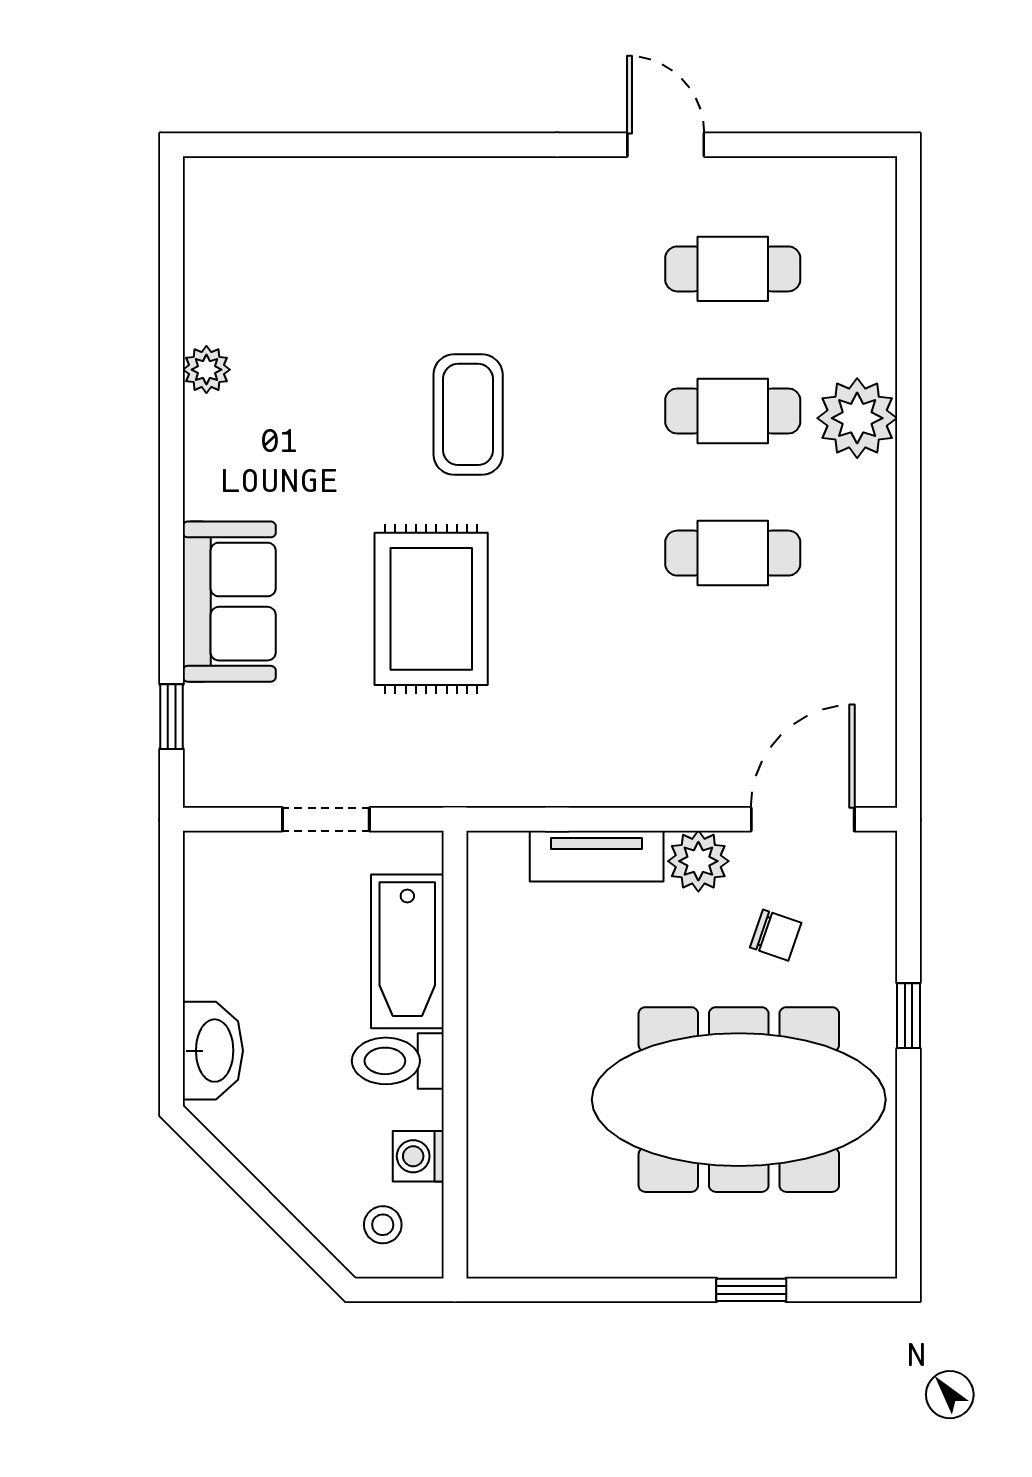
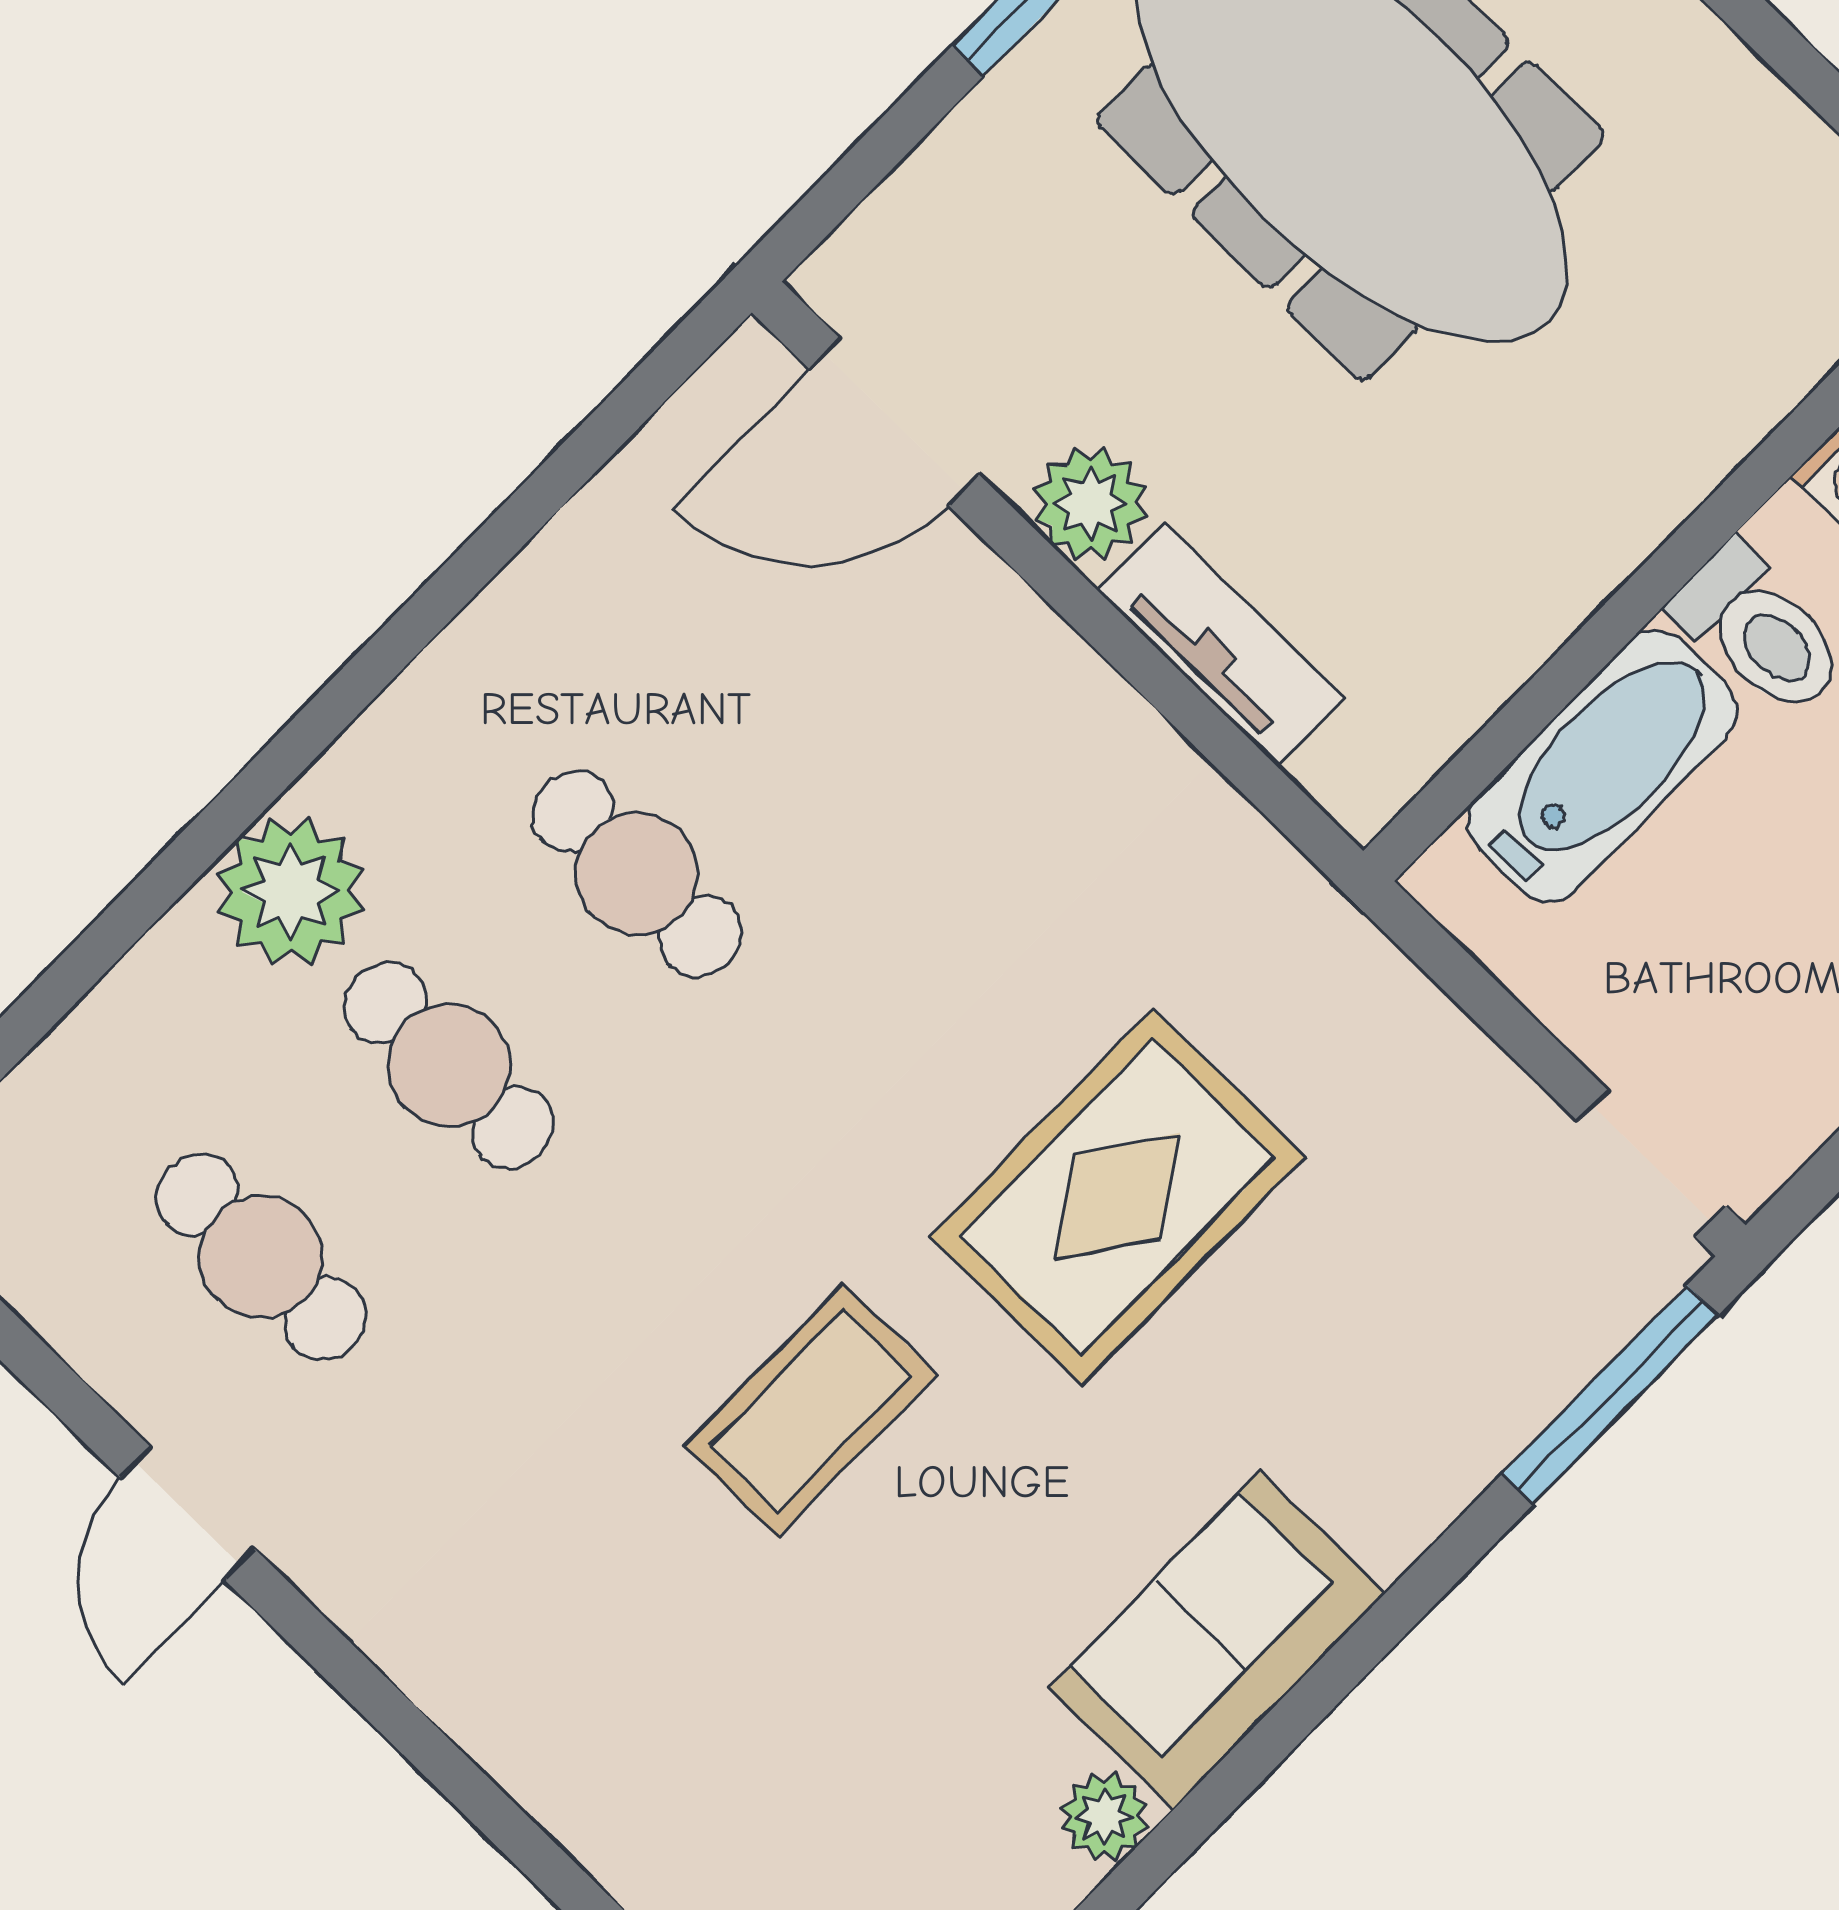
sofa: (229, 602) -> (1217, 1640), moved
window: (172, 717) -> (1610, 1394), width x2.17
doorway: (326, 819) -> (1652, 1163), moved
chair: (776, 935) -> (1084, 301), removed

